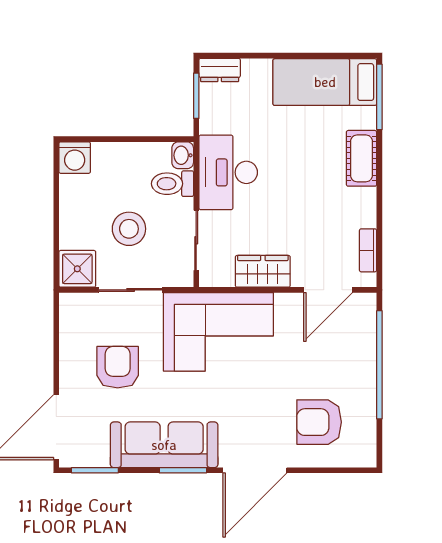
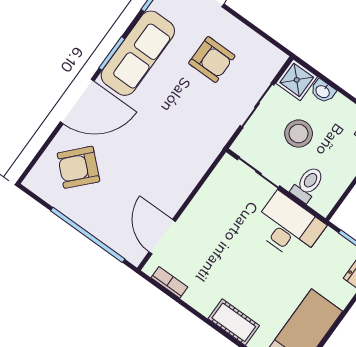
washbasin: (183, 155) -> (323, 91), moved, turned 180
wardrobe: (263, 271) -> (206, 202), removed
corner sofa: (218, 332) -> (187, 144), removed
armchair: (319, 422) -> (78, 167), turned -137
door: (255, 470) -> (77, 101), swing flipped

